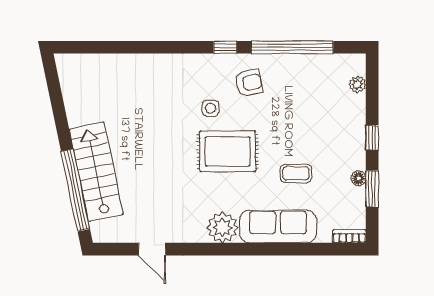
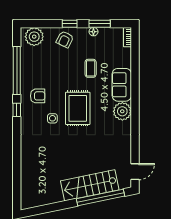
armchair: (249, 83) -> (38, 96), turned 102
plant: (357, 84) -> (34, 37), width x1.87, depth x1.87
armchair: (345, 129) -> (65, 39), added
sofa: (278, 227) -> (122, 85), width x0.73
door: (152, 249) -> (135, 172), moved

